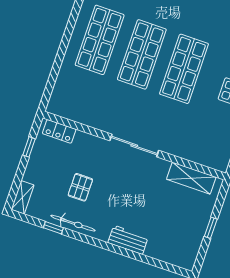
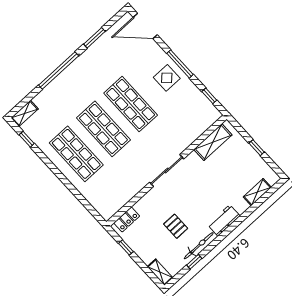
workbench: (128, 240) -> (224, 220), moved
shelving: (164, 254) -> (257, 192), added

